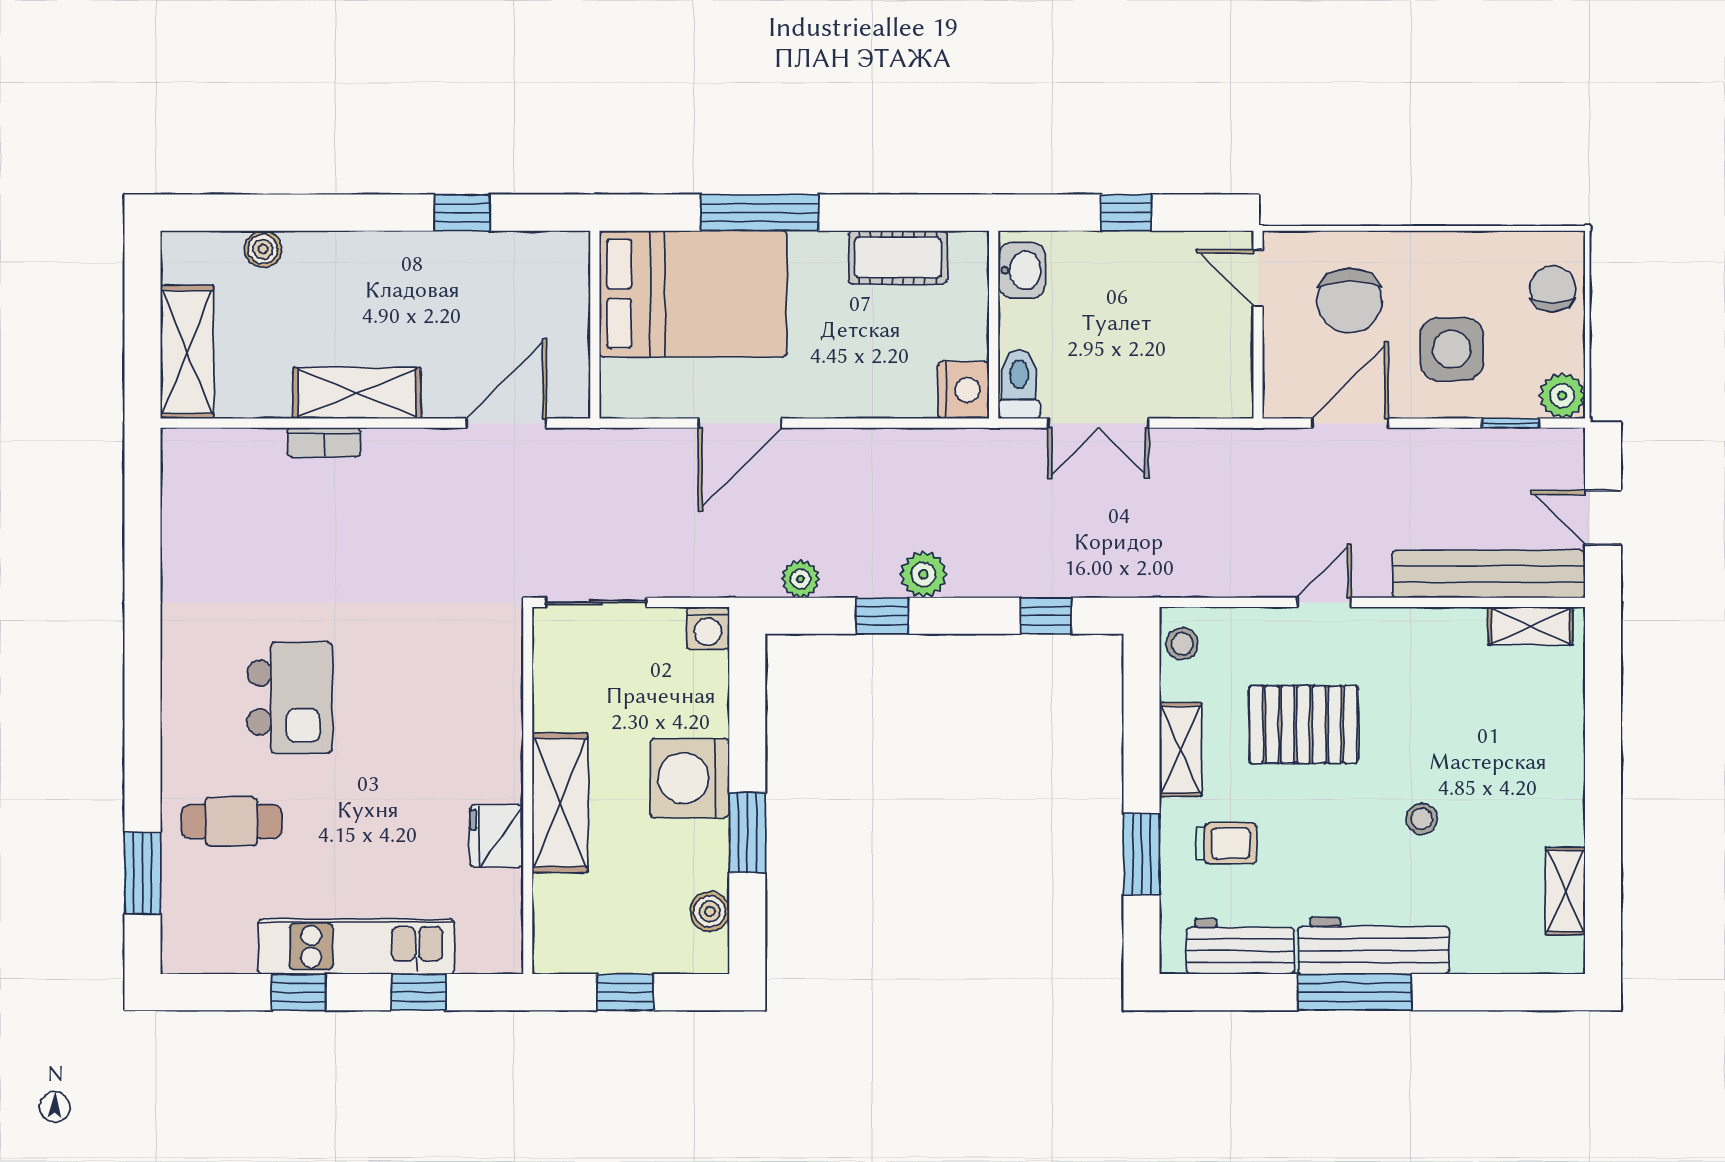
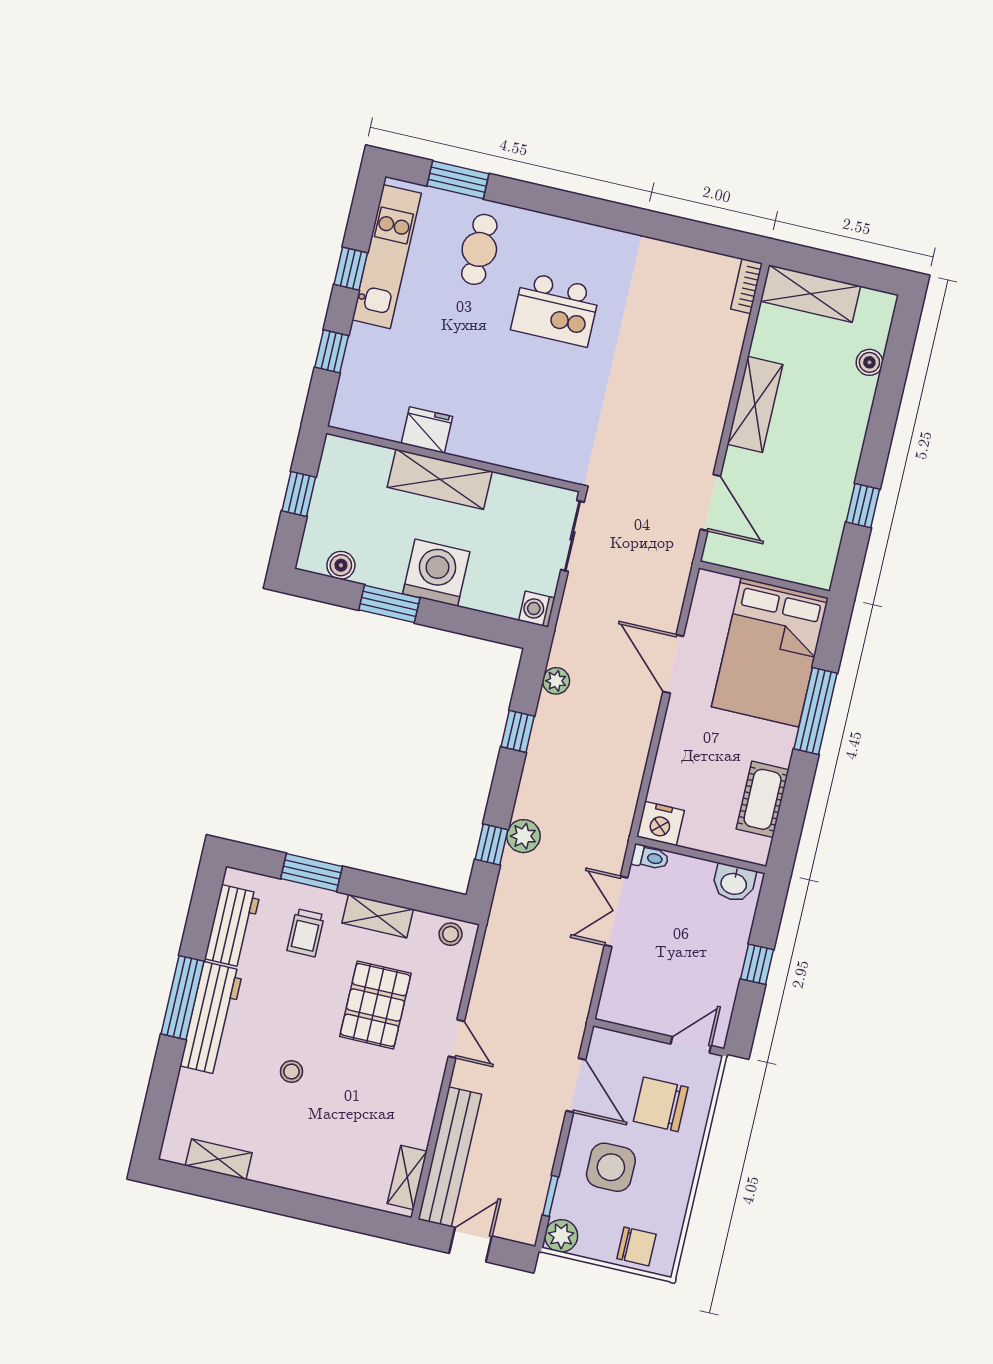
toilet: (1019, 384) -> (650, 857), width x0.73, depth x0.72
bookcase: (324, 442) -> (747, 286), moved
plant: (923, 574) -> (523, 836), moved
kitchen unit: (356, 947) -> (387, 257), moved

